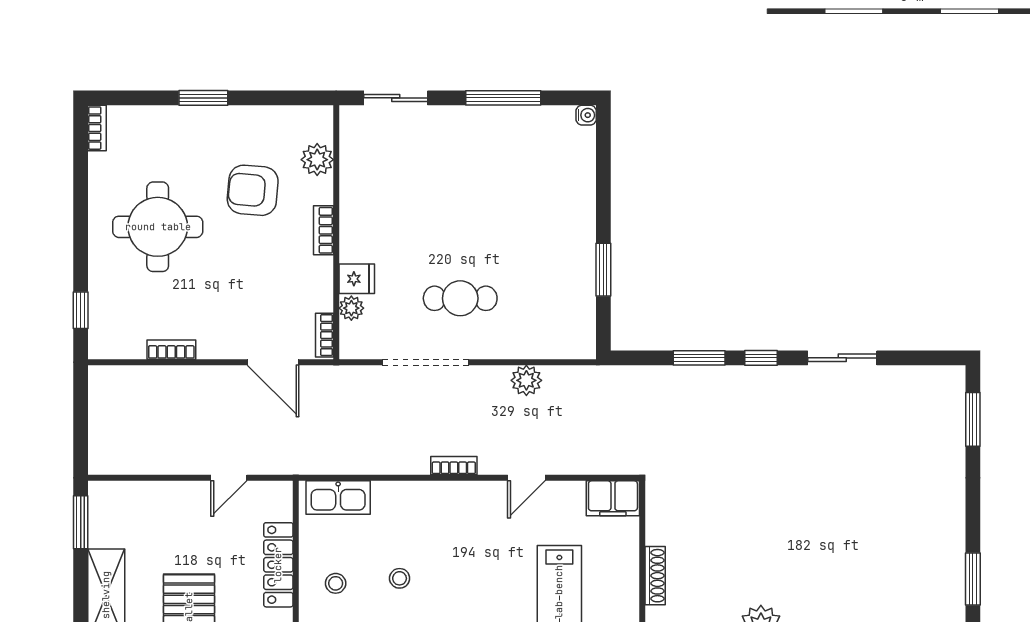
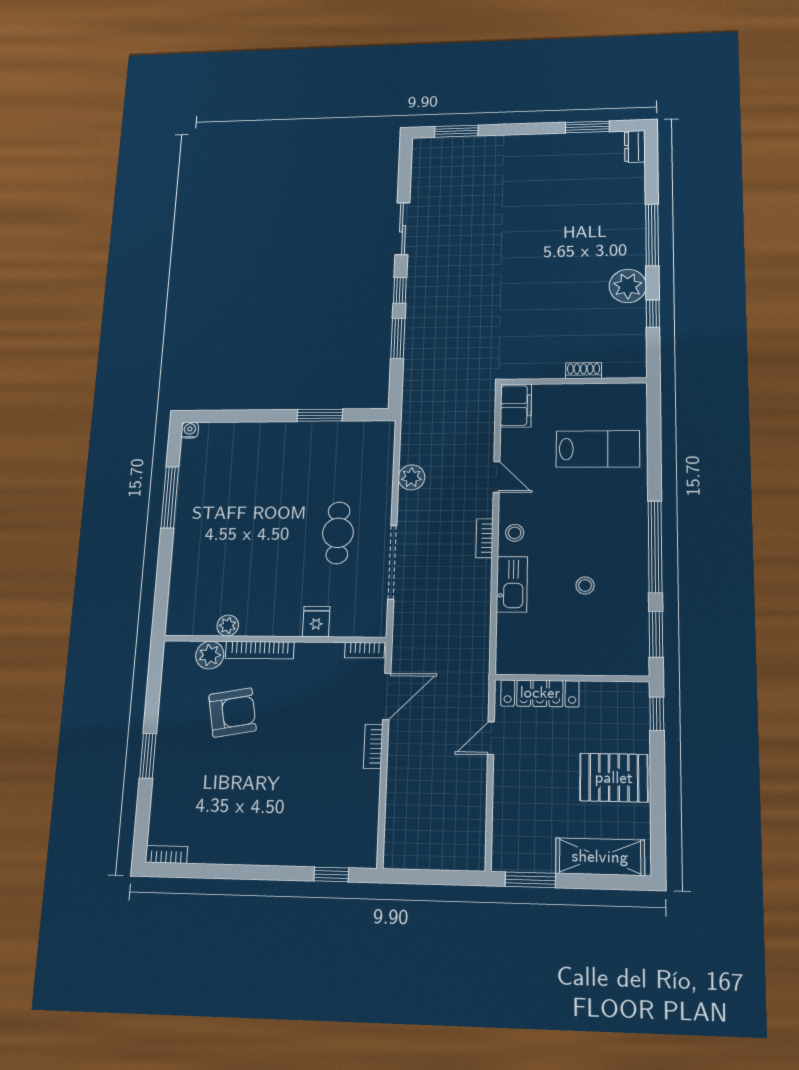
sliding door: (396, 98) -> (162, 587), removed
armchair: (253, 190) -> (233, 713), turned -105
round table: (158, 227) -> (259, 800), removed
bookcase: (323, 230) -> (260, 650), width x1.56
plant: (351, 308) -> (228, 626), moved
bookcase: (171, 350) -> (373, 746), moved
door: (229, 478) -> (491, 738), swing flipped
kitchen sink: (338, 497) -> (512, 584), moved
locker: (278, 565) -> (540, 693), moved
shoe rack: (655, 576) -> (584, 371), width x0.70
stool: (336, 583) -> (515, 533), moved

